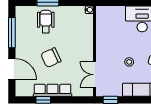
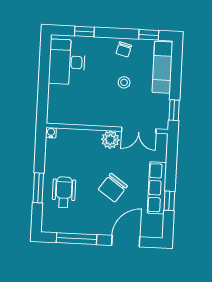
wheelchair: (46, 22) -> (64, 192), turned 90
plant: (86, 54) -> (110, 140), added
chair: (51, 58) -> (113, 188), turned 60

